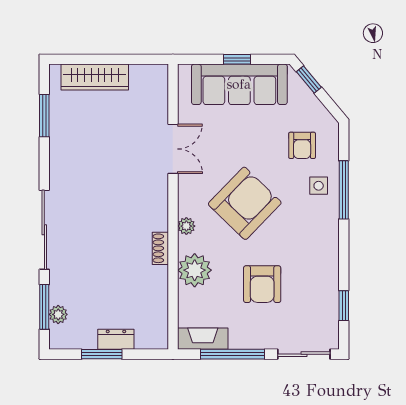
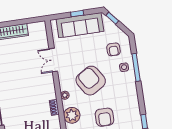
double door: (173, 149) -> (53, 60), swing flipped
armchair: (245, 203) -> (91, 81), turned -76

